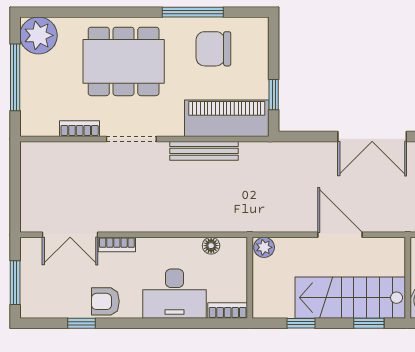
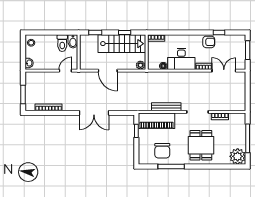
chair: (213, 49) -> (162, 151), turned 90
dining table: (124, 61) -> (201, 145), width x0.73
double door: (372, 137) -> (94, 113), swing flipped
desk: (174, 294) -> (181, 59), moved, turned 180
stairs: (350, 298) -> (122, 44), moved

